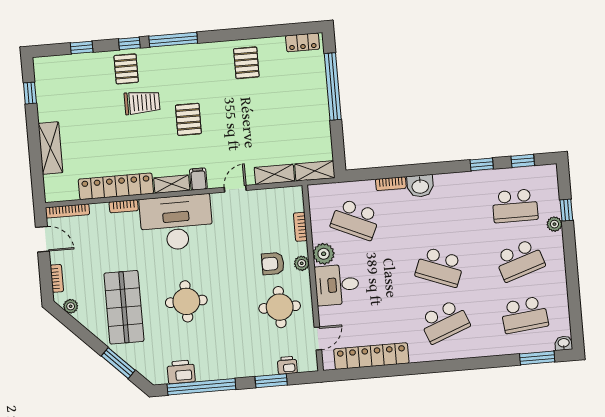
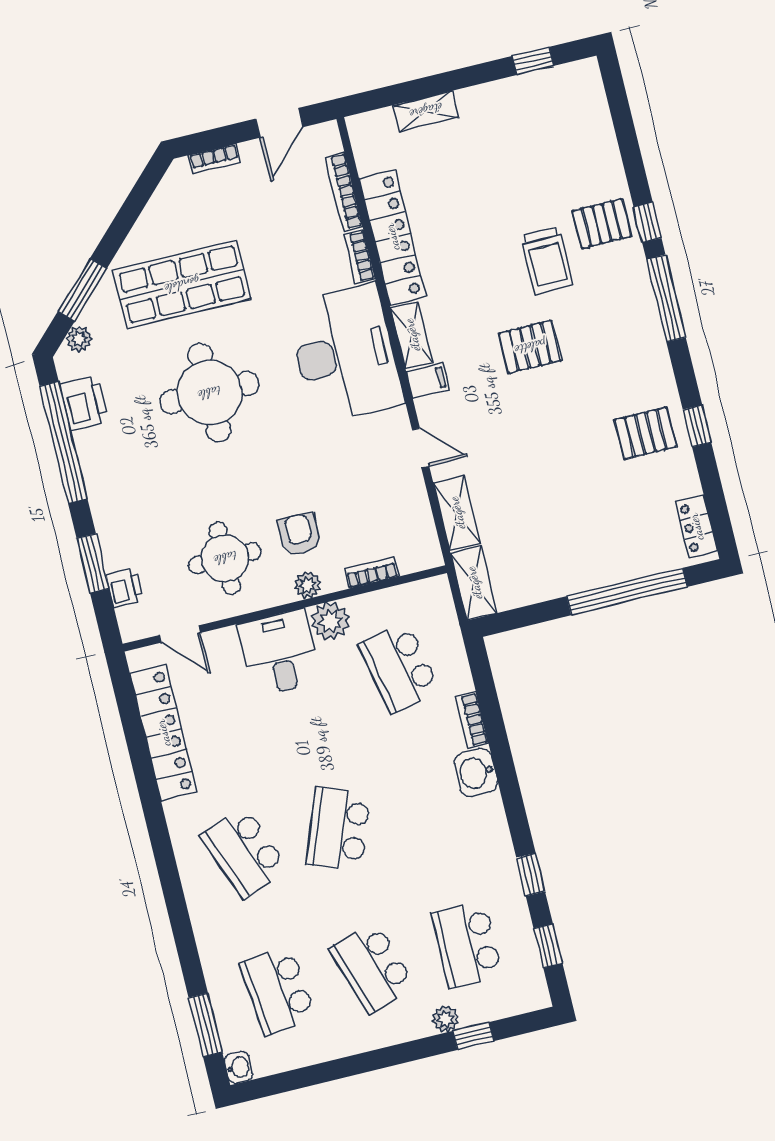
window: (82, 47) -> (697, 426), moved
shelving: (50, 148) -> (426, 111), width x0.67, depth x0.75
bookcase: (67, 211) -> (344, 192), moved
school desk: (355, 219) -> (399, 667), turned -36
round table: (186, 301) -> (209, 393), width x1.36, depth x1.36
plant: (71, 306) -> (79, 339), moved

